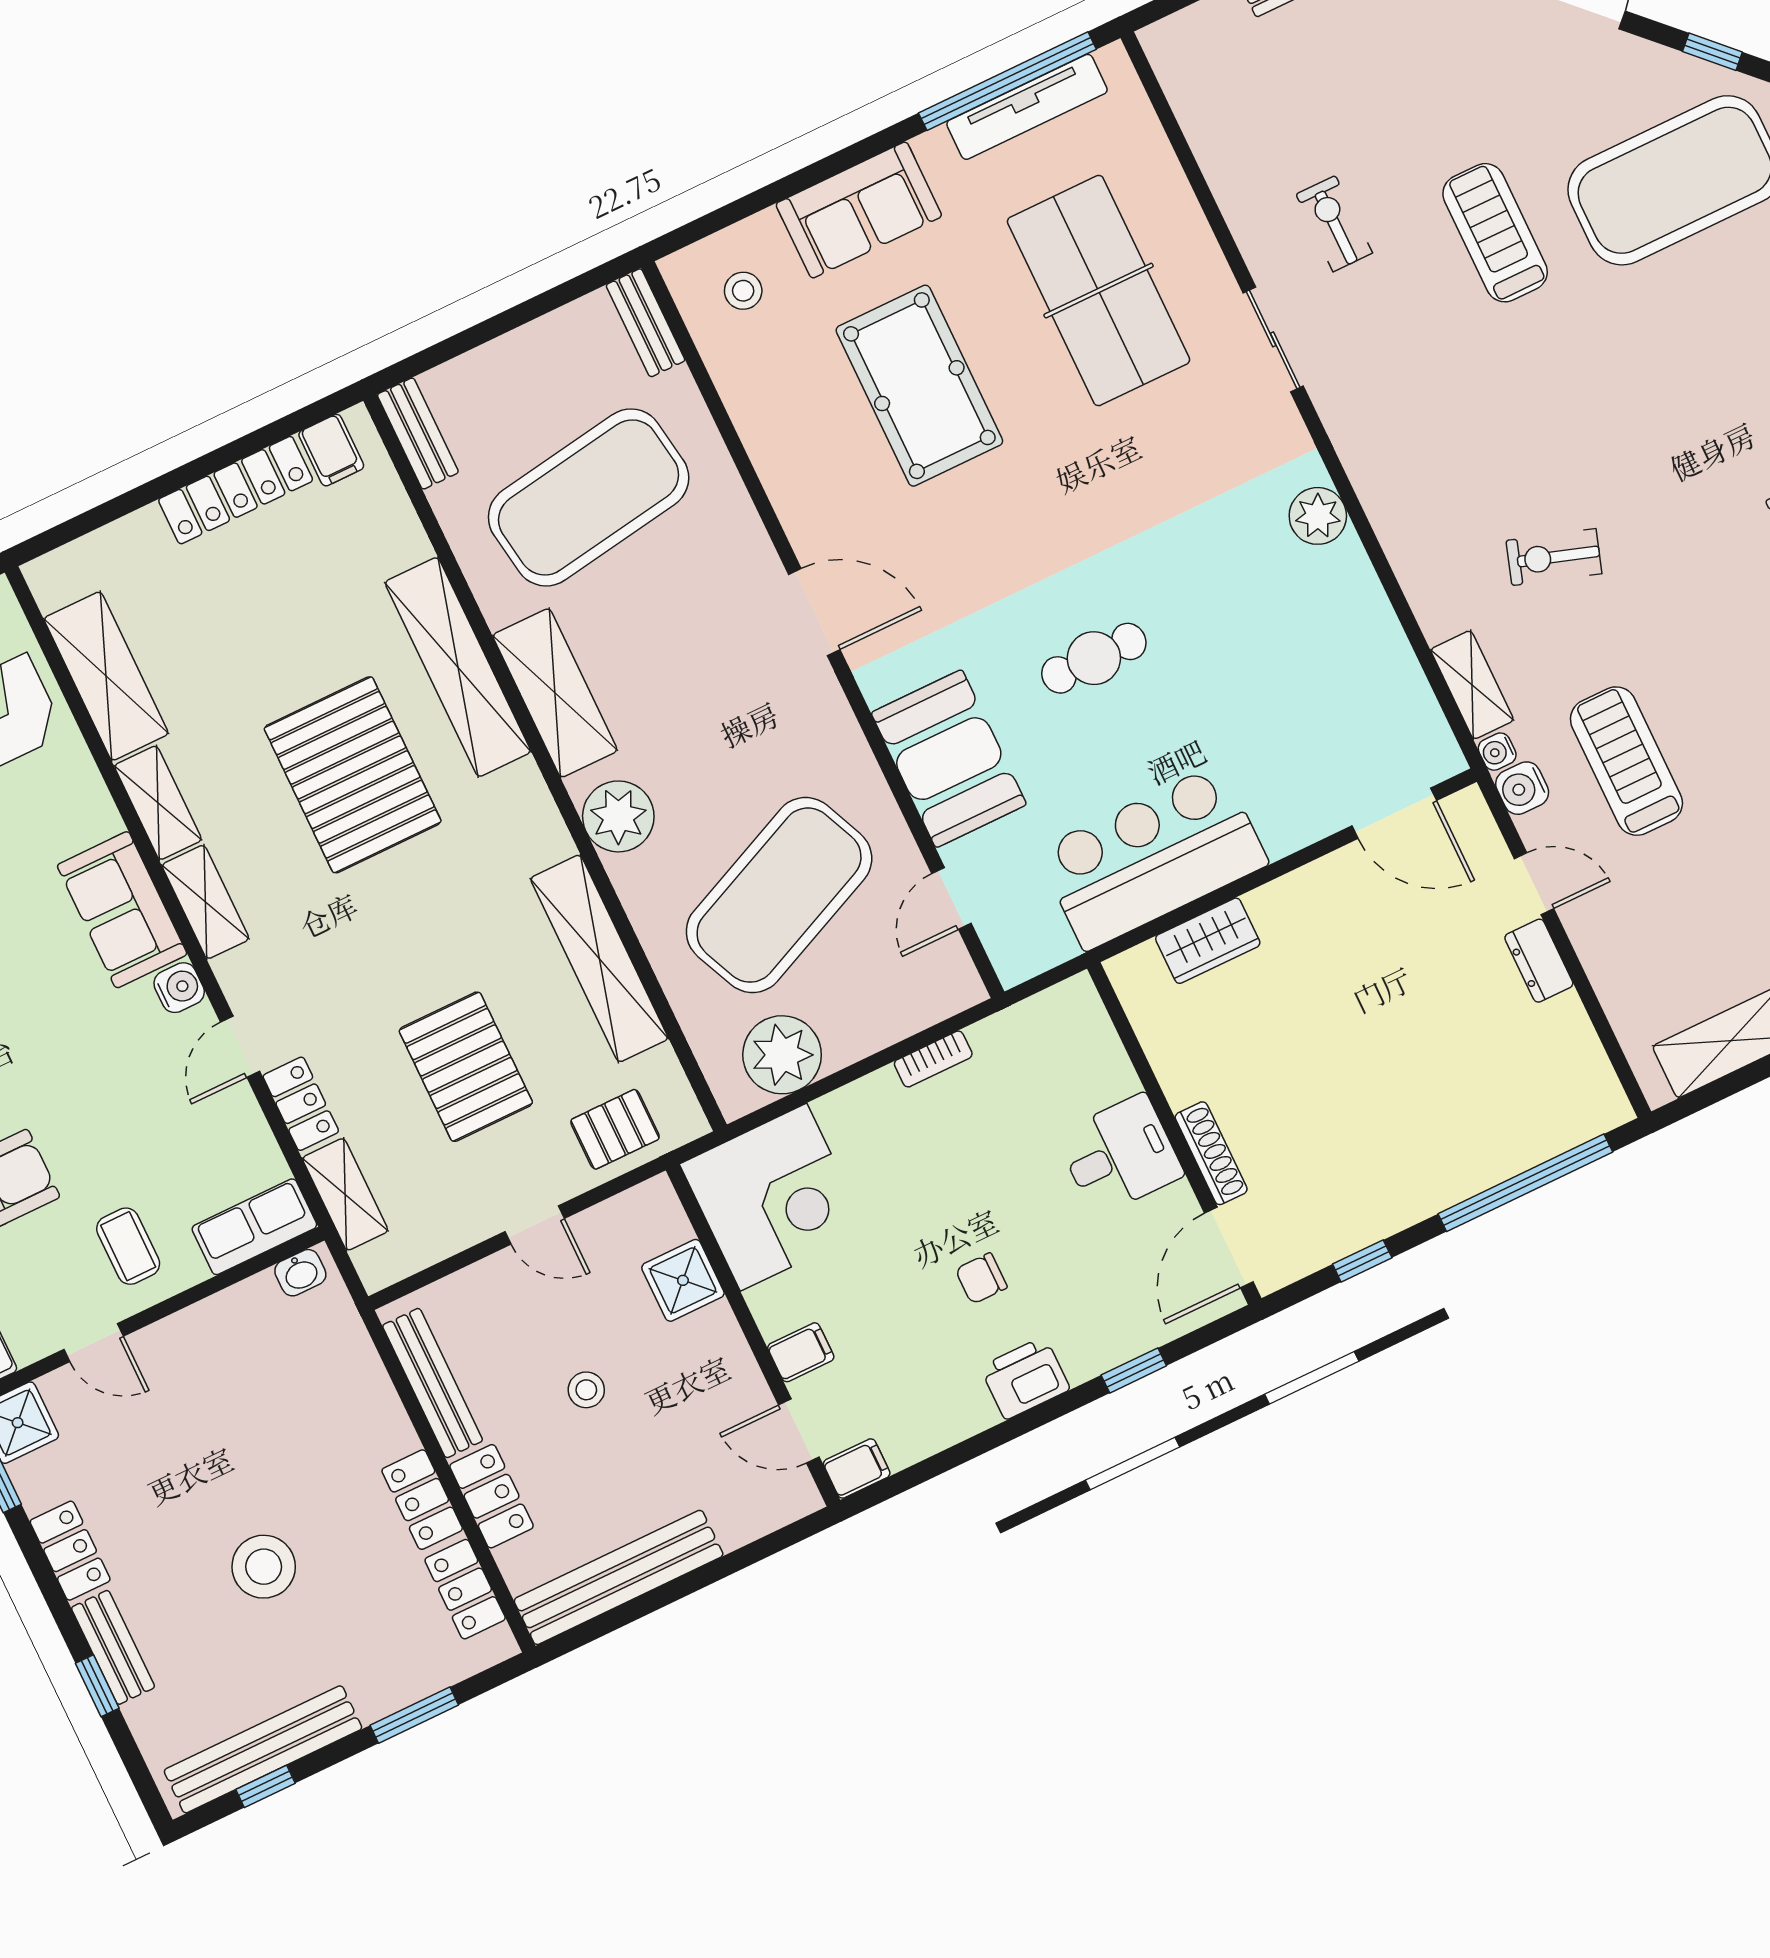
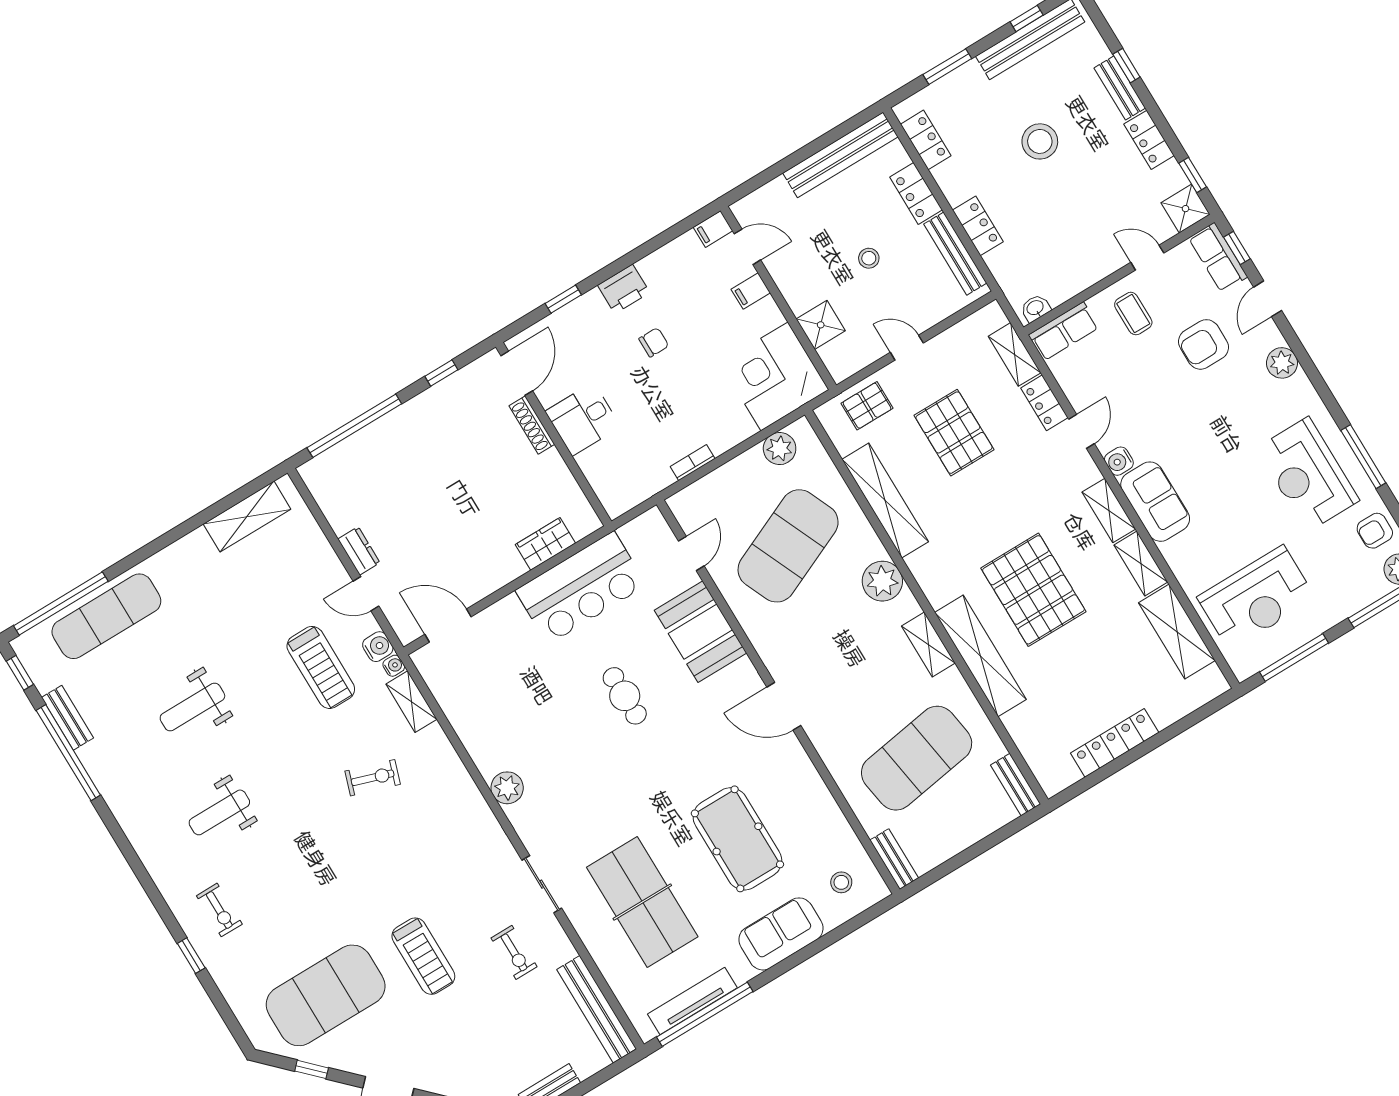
bench: (1198, 109) -> (597, 1009), added
filing cabinet: (331, 450) -> (1063, 771), removed
cafe table: (1094, 658) -> (625, 696), turned 90
shelving: (555, 693) -> (928, 644), width x0.67, depth x0.75
plant: (782, 1055) -> (780, 449), width x0.73, depth x0.73
locker: (422, 1500) -> (978, 226), moved

